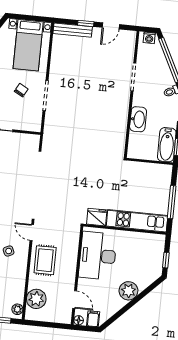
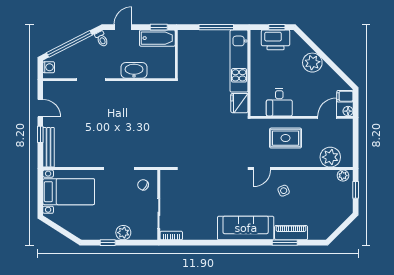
chair: (21, 90) -> (143, 185), moved
desk: (98, 256) -> (279, 102), width x0.53, depth x0.77
printer: (154, 258) -> (276, 40), added
rug: (45, 260) -> (286, 138), moved

